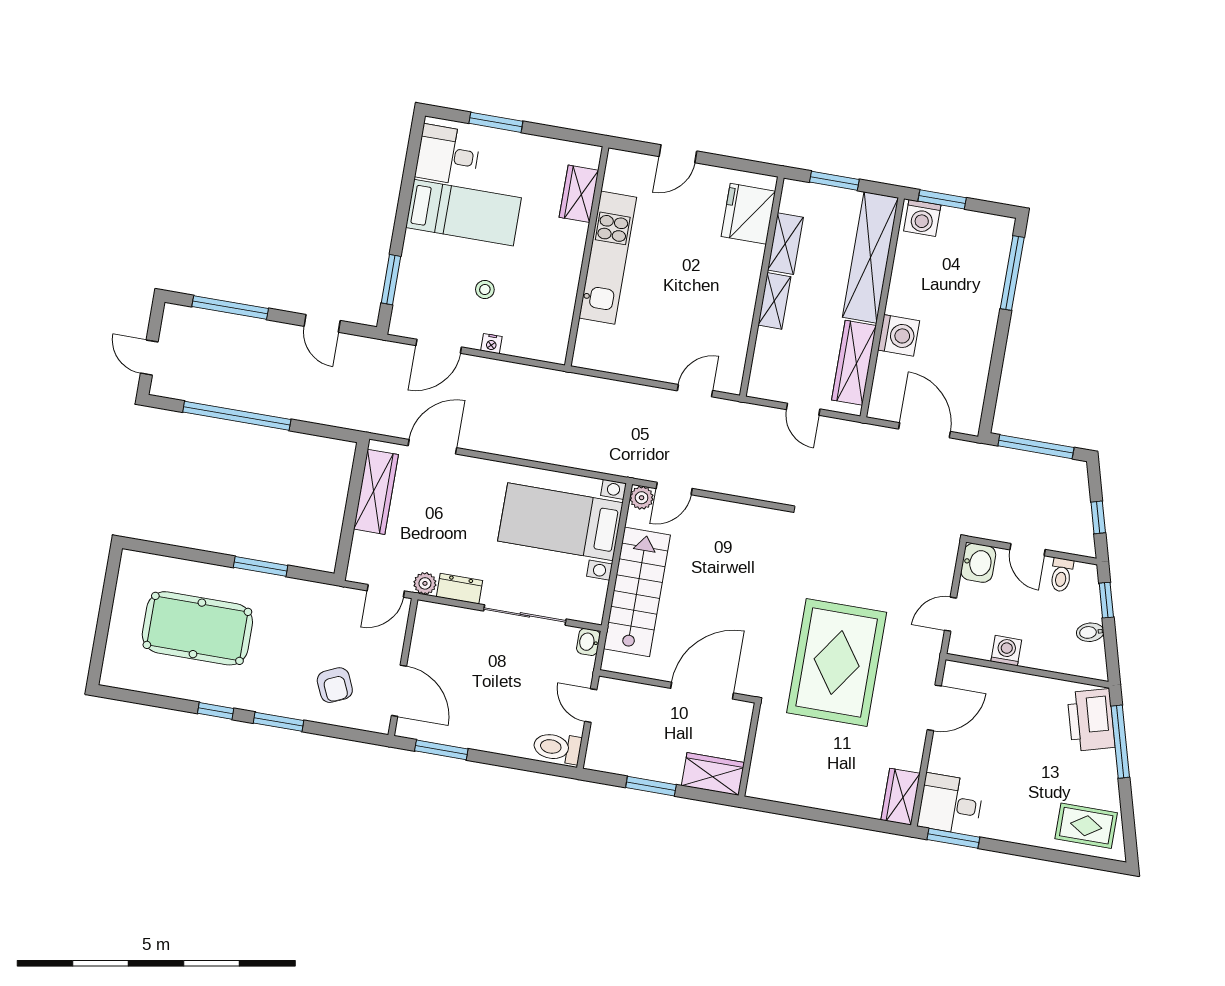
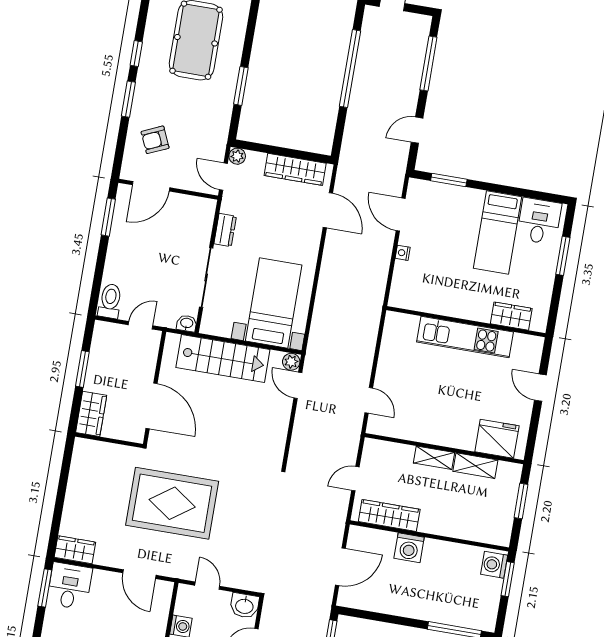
shelving: (870, 257) -> (465, 527), removed
stool: (485, 290) -> (442, 248), removed
plant: (425, 583) -> (237, 156), moved

